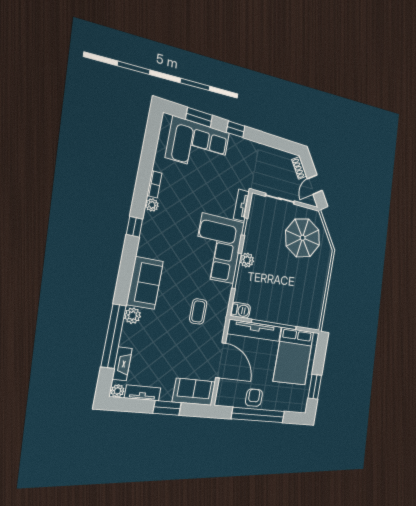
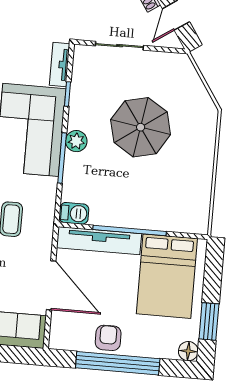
parasol: (303, 238) -> (141, 127), moved
floor lamp: (301, 406) -> (188, 351), added

